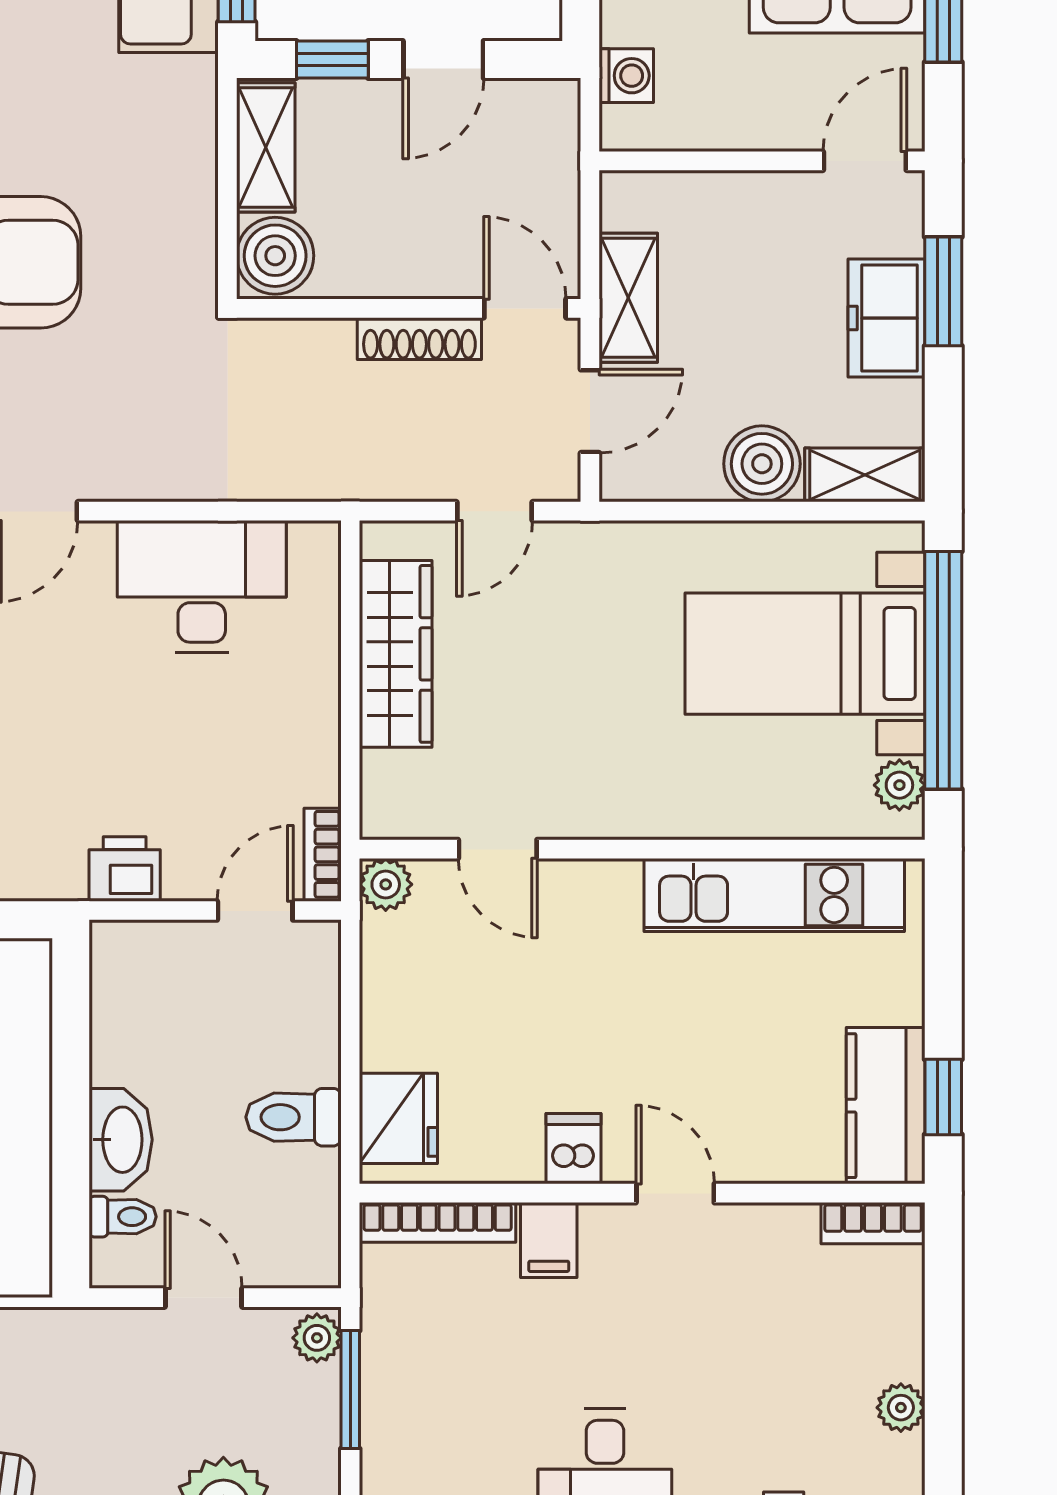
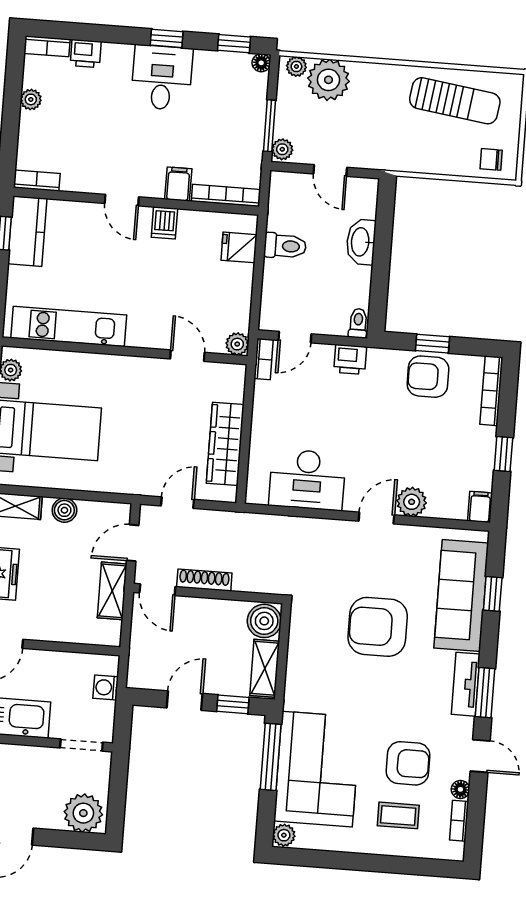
boiler: (762, 464) -> (64, 510), width x0.73, depth x0.73
fridge: (398, 1118) -> (239, 247), width x0.72
toilet: (123, 1217) -> (358, 323), moved, turned 90

